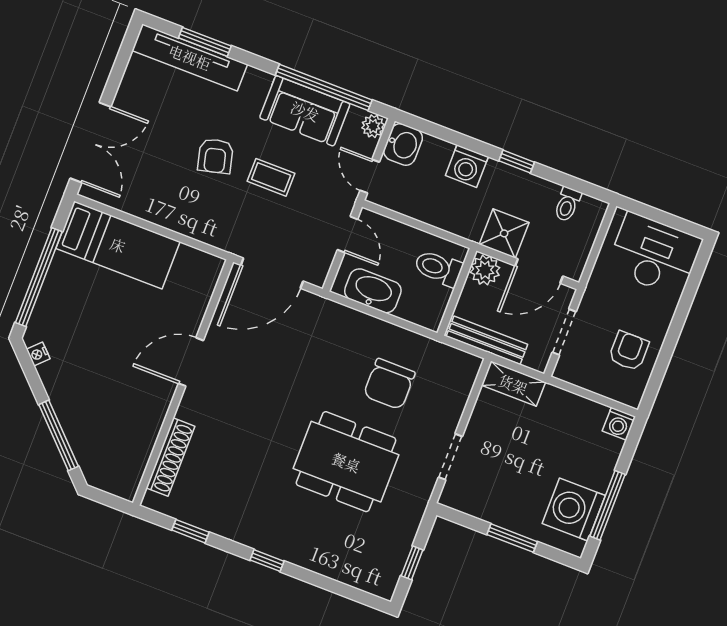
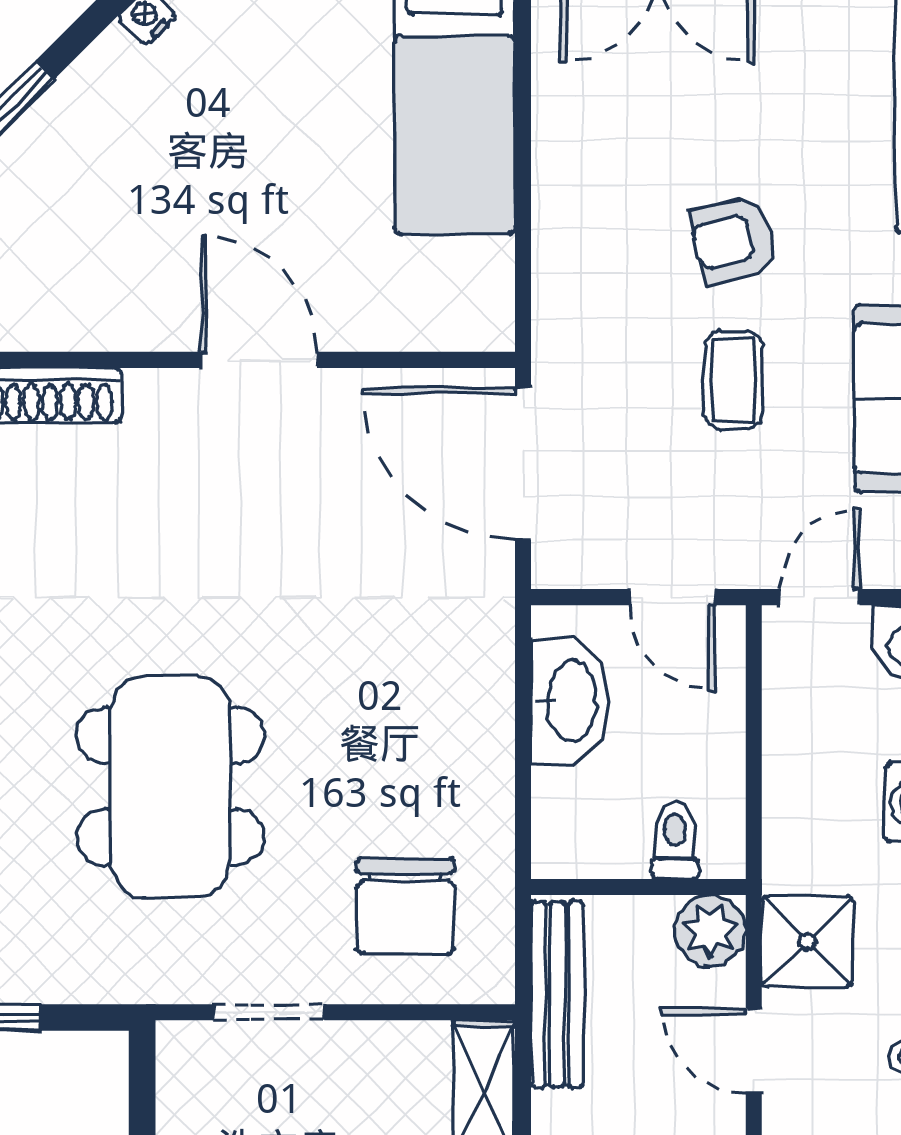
door: (347, 234) -> (672, 597), hinge flipped
toilet: (438, 268) -> (675, 841), width x0.73, depth x0.72
door: (539, 271) -> (754, 1051), width x0.73
chair: (389, 384) -> (405, 906), moved, turned -90

